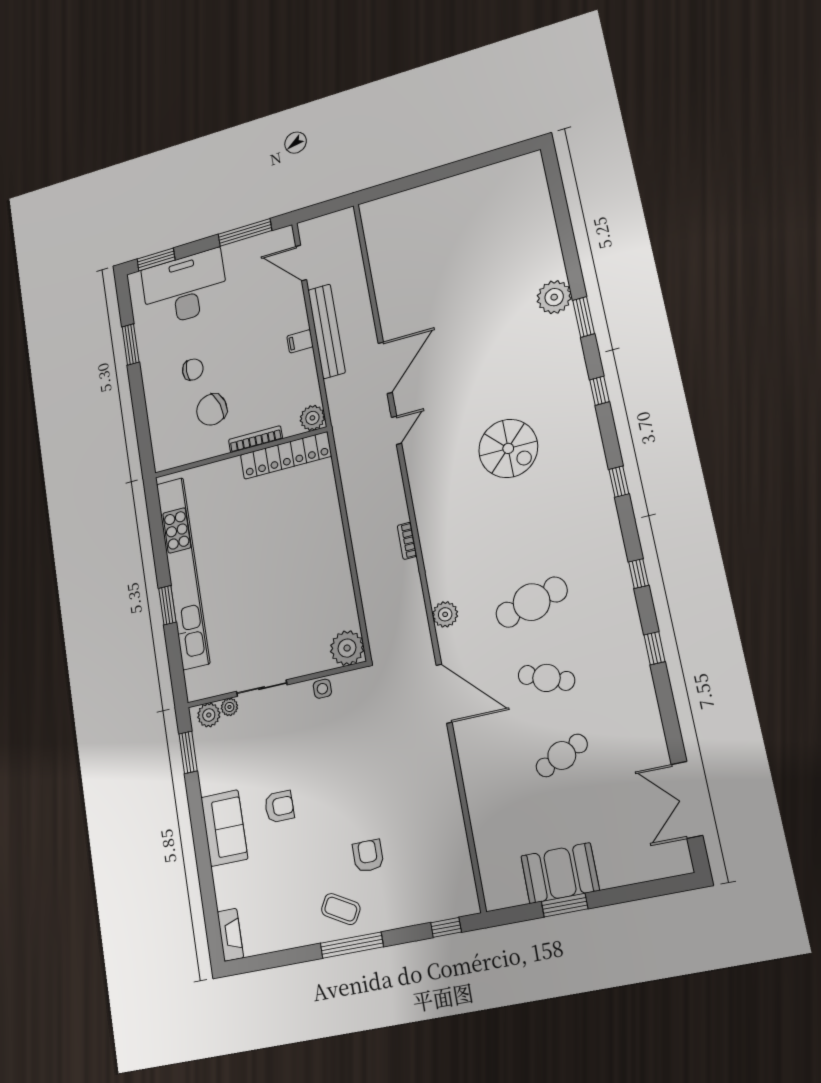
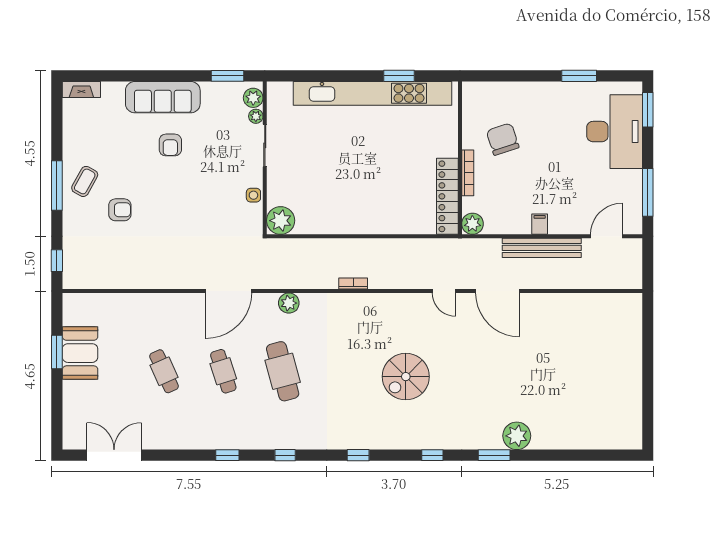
chair: (193, 370) -> (542, 128), removed
window: (167, 605) -> (399, 76), moved
cafe table: (546, 678) -> (223, 371), turned -39
sofa: (224, 828) -> (163, 97), width x1.36

